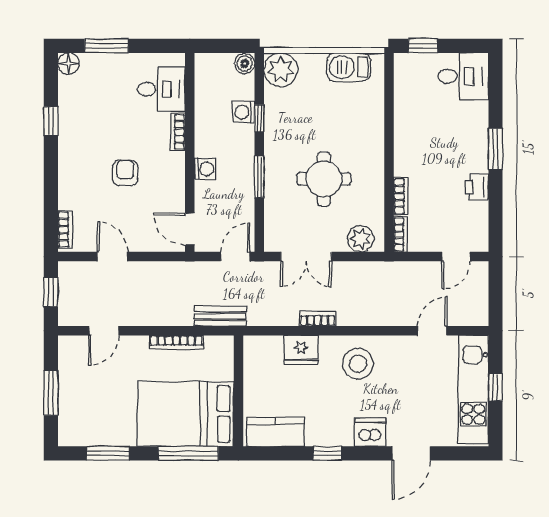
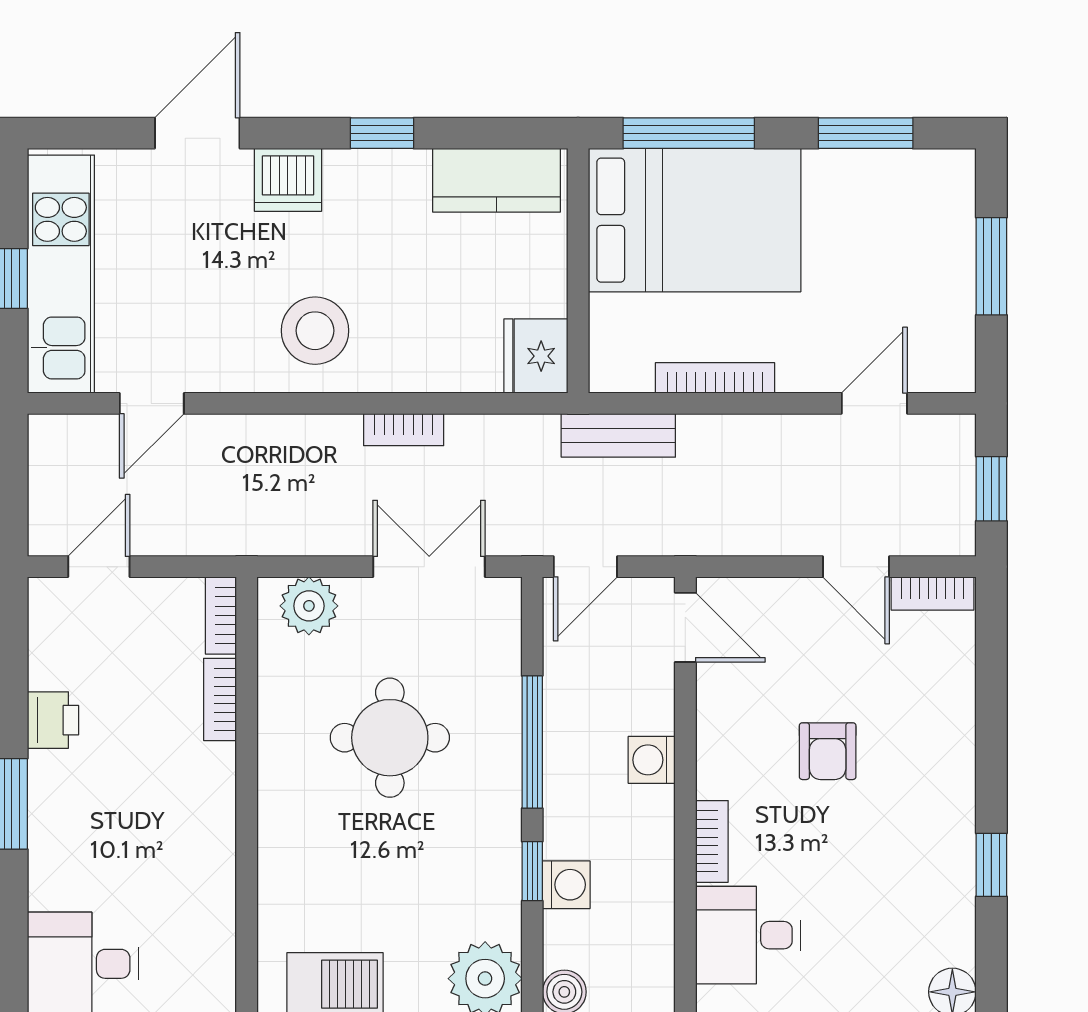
window: (259, 177) -> (532, 742), width x1.44
bookcase: (65, 230) -> (932, 593), moved, turned -90
fridge: (301, 350) -> (536, 356), moved, turned -90

